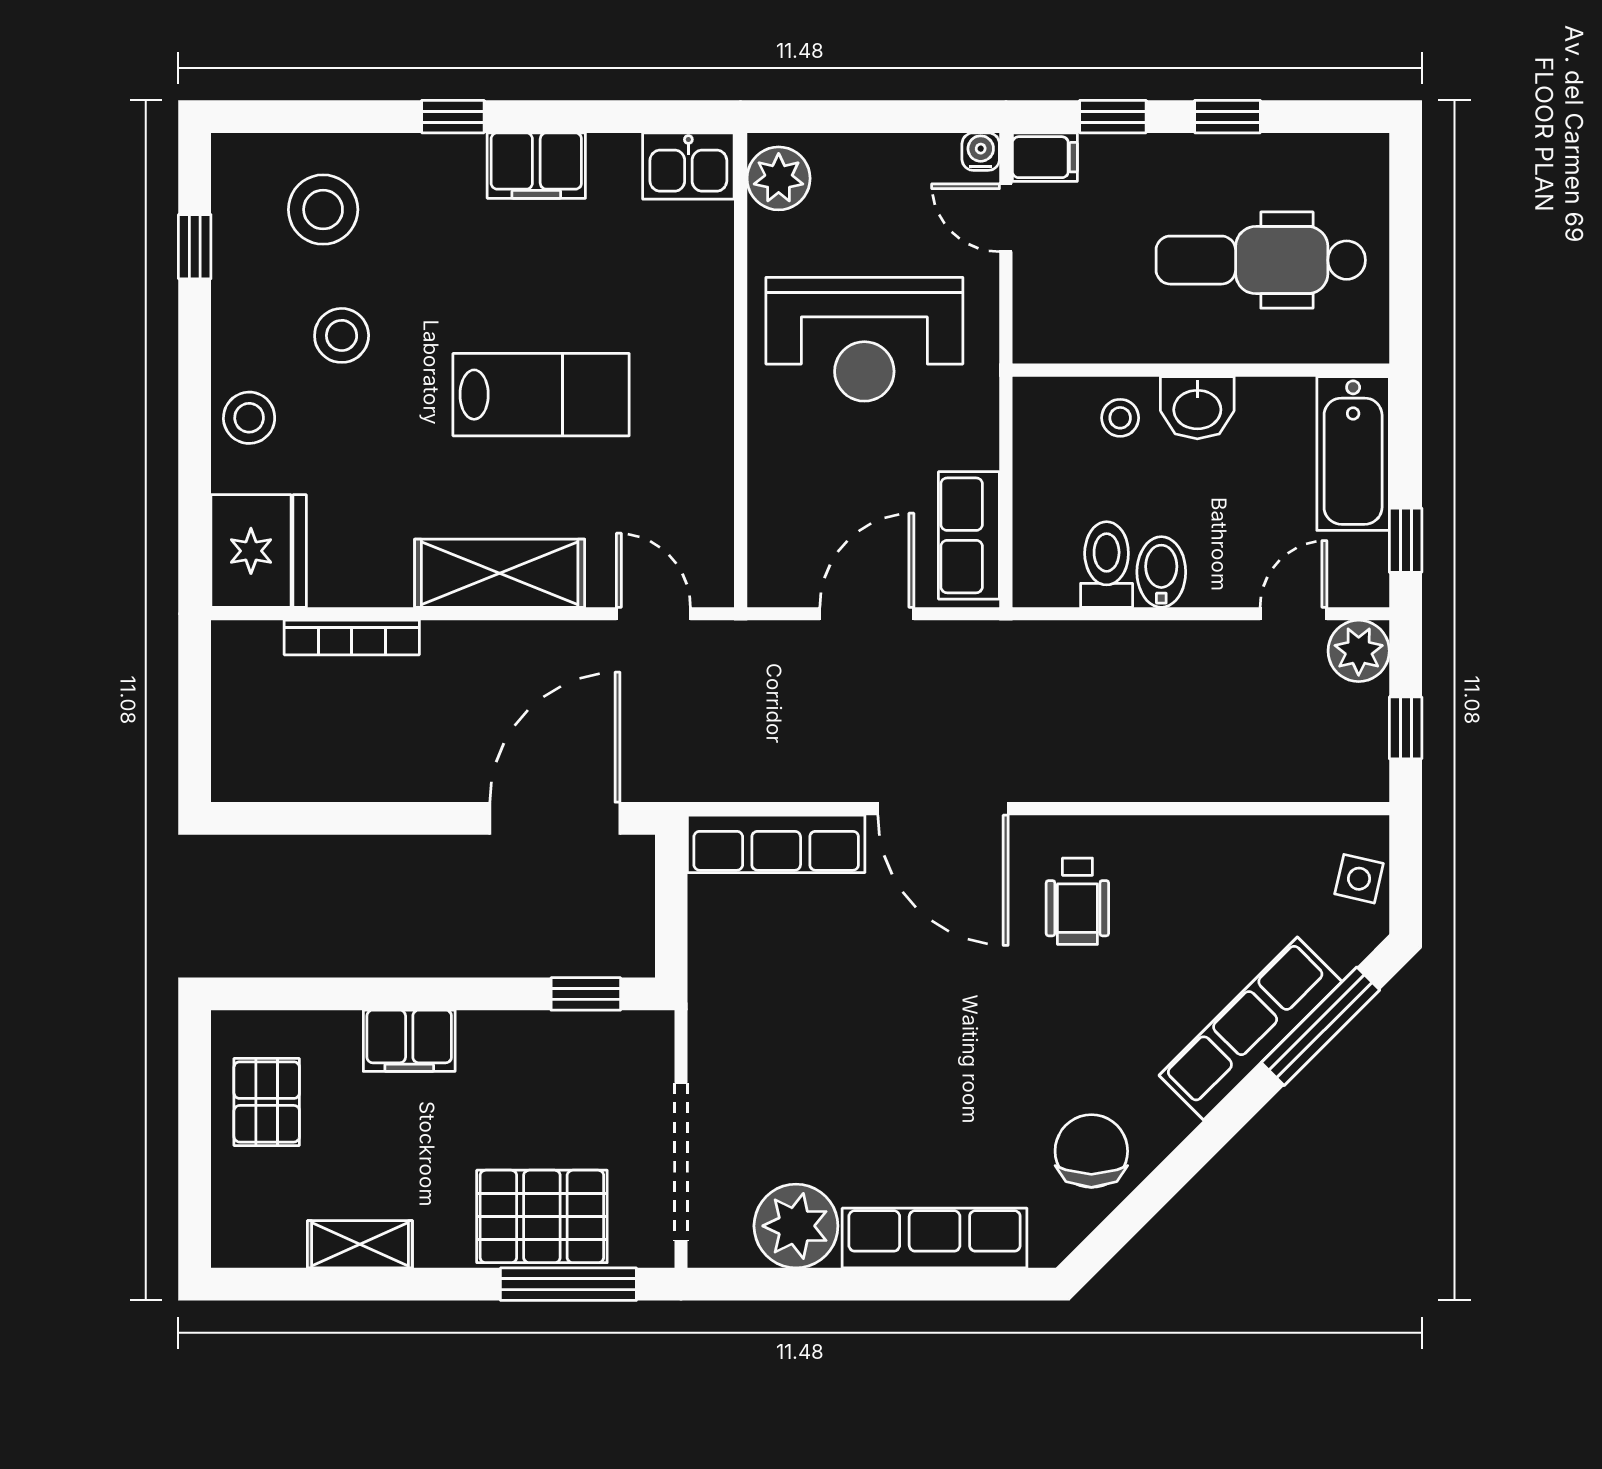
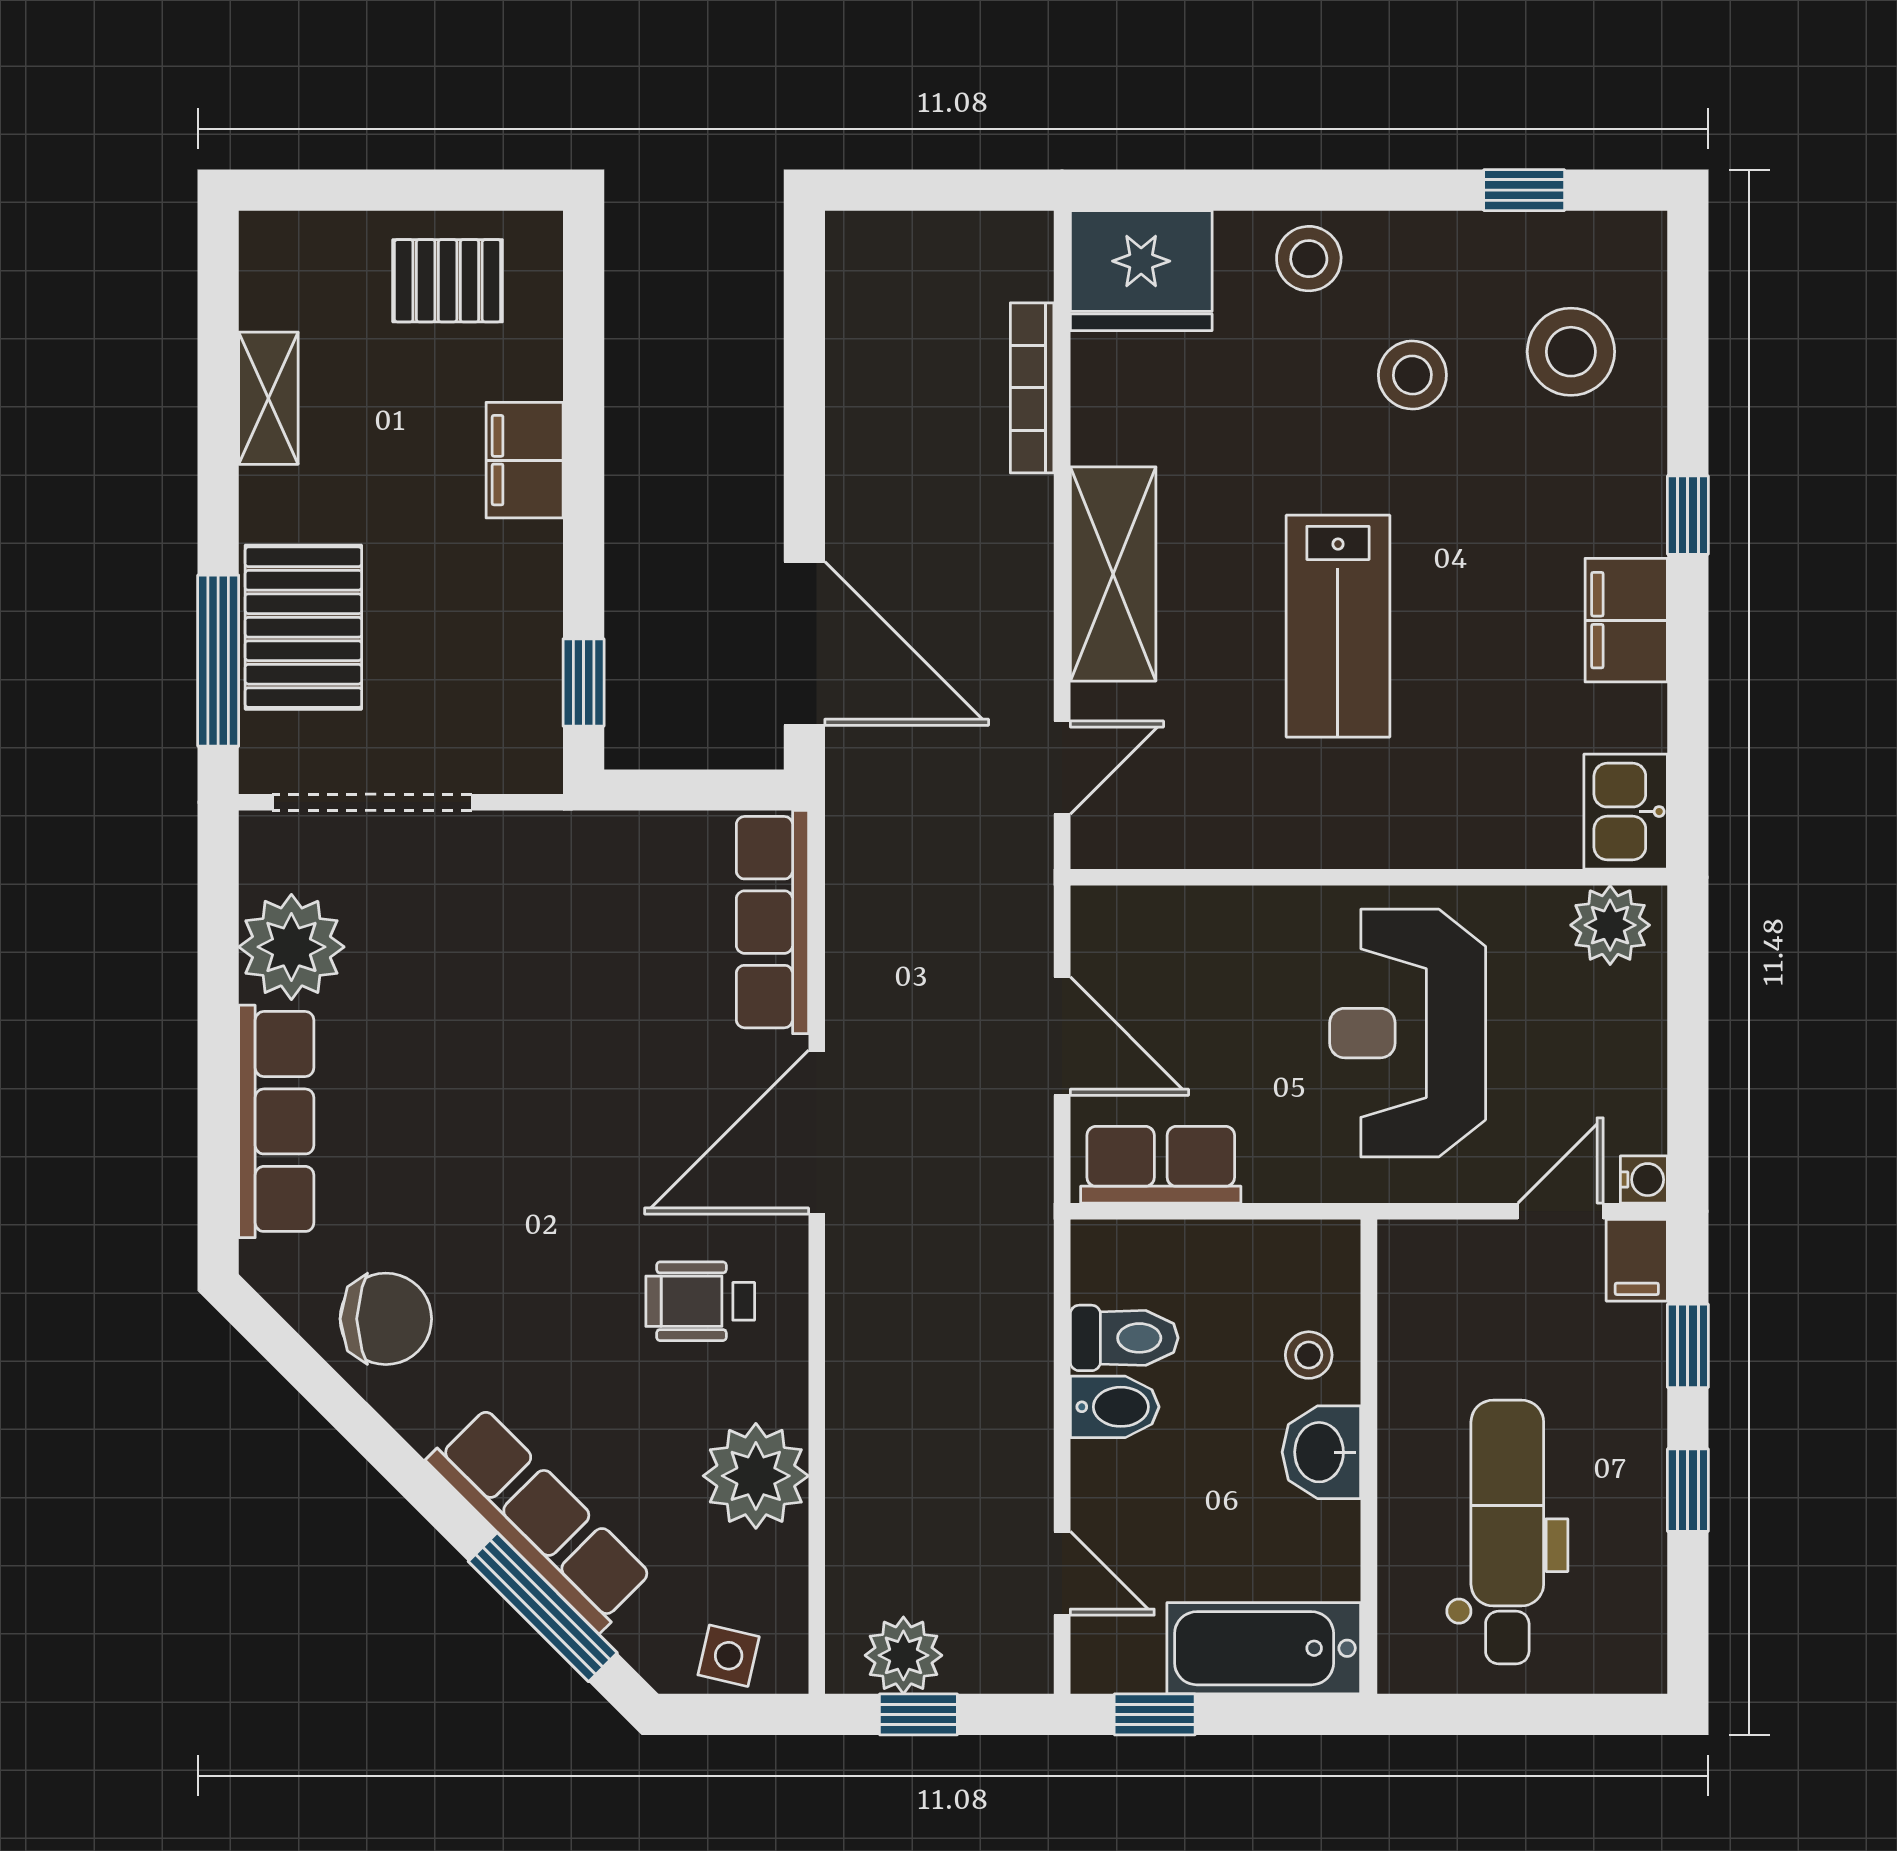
plant: (1359, 651) -> (903, 1655), moved
plant: (1216, 857) -> (756, 1476), added

